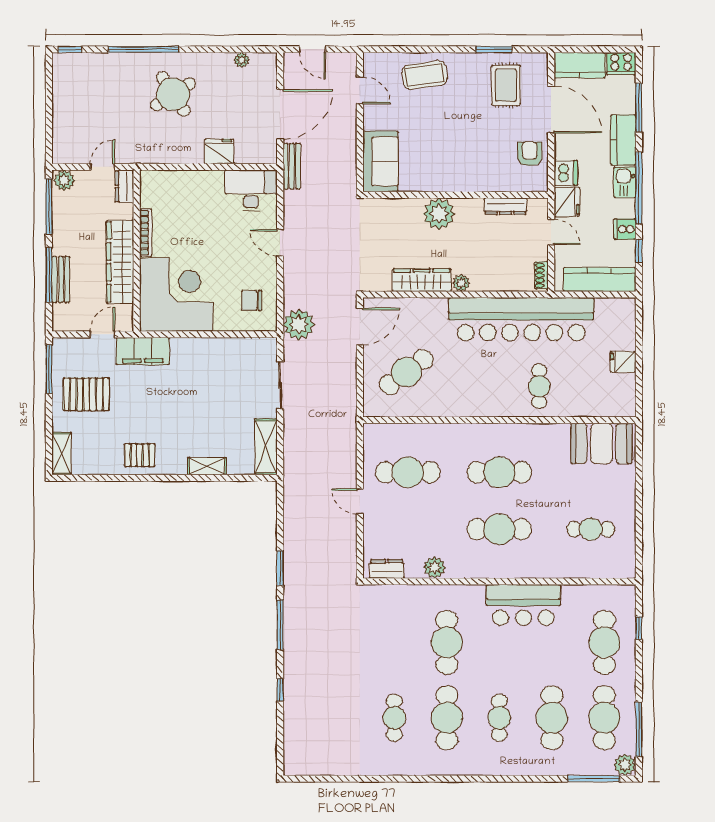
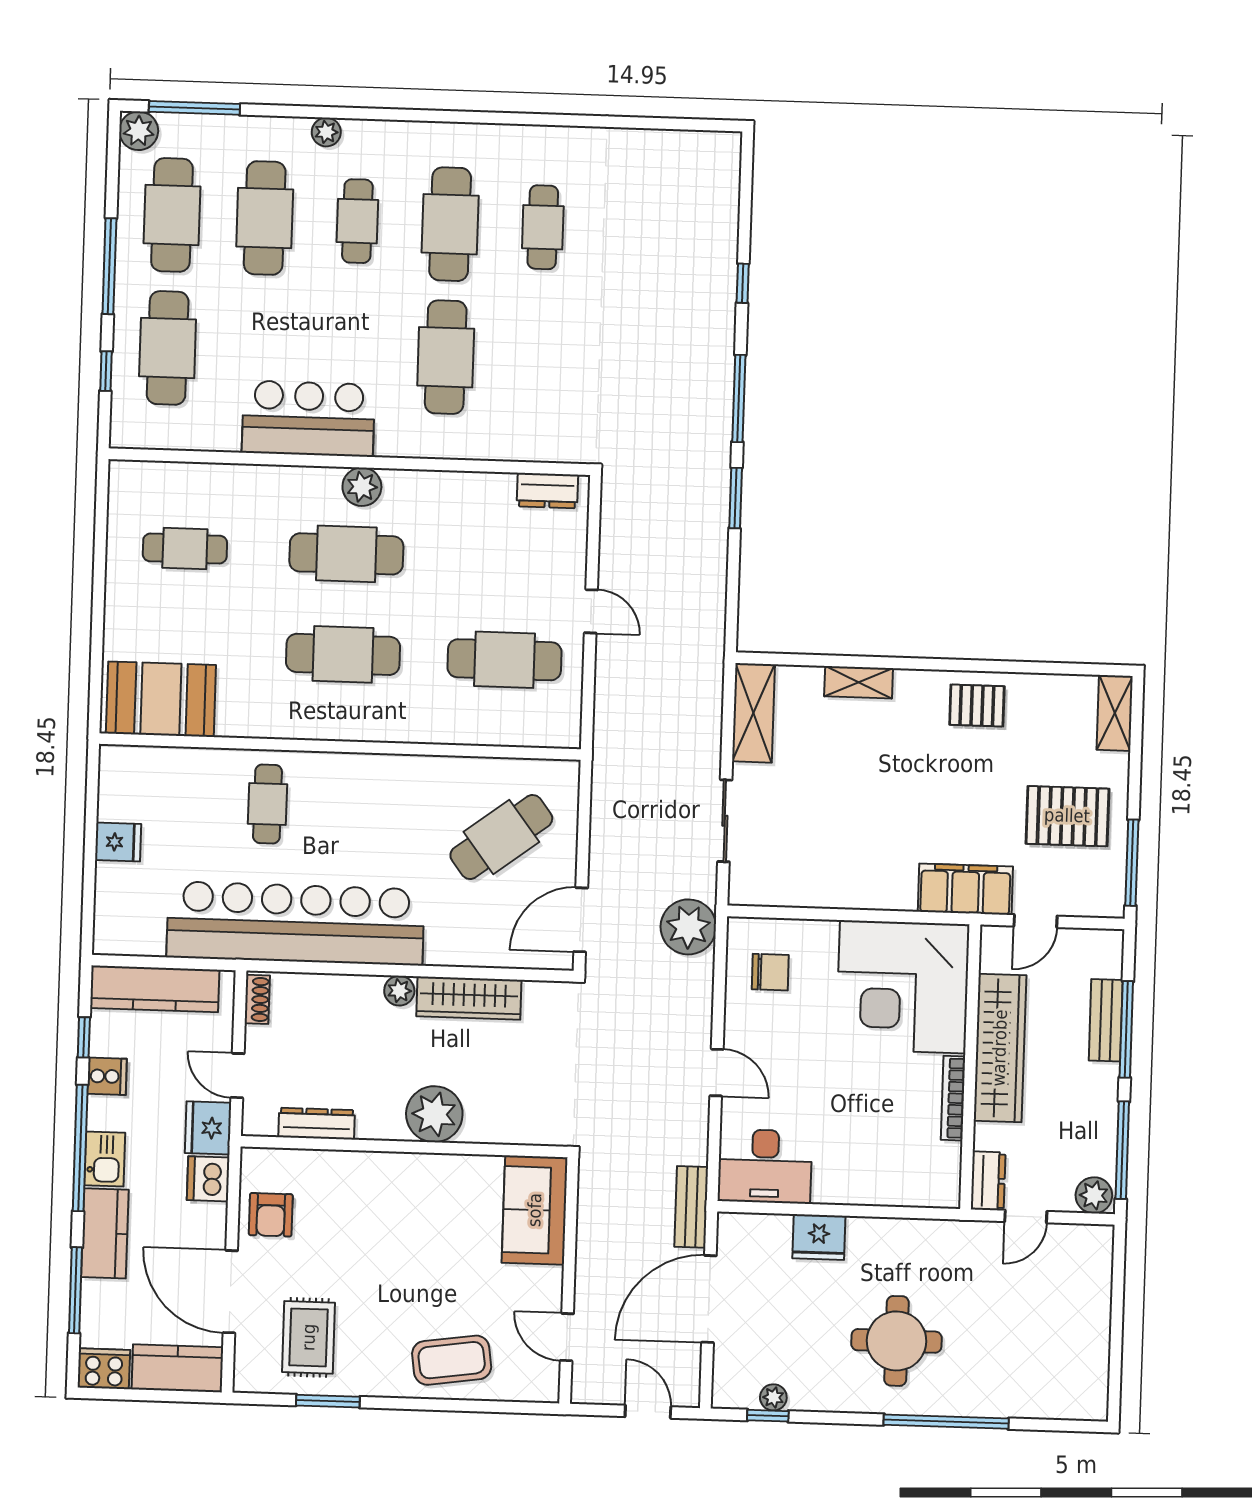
window: (70, 49) -> (768, 1416), moved
round table: (173, 94) -> (897, 1341), turned 33
plant: (434, 567) -> (362, 487), moved
window: (639, 729) -> (109, 266), moved
plant: (519, 768) -> (326, 132), added

